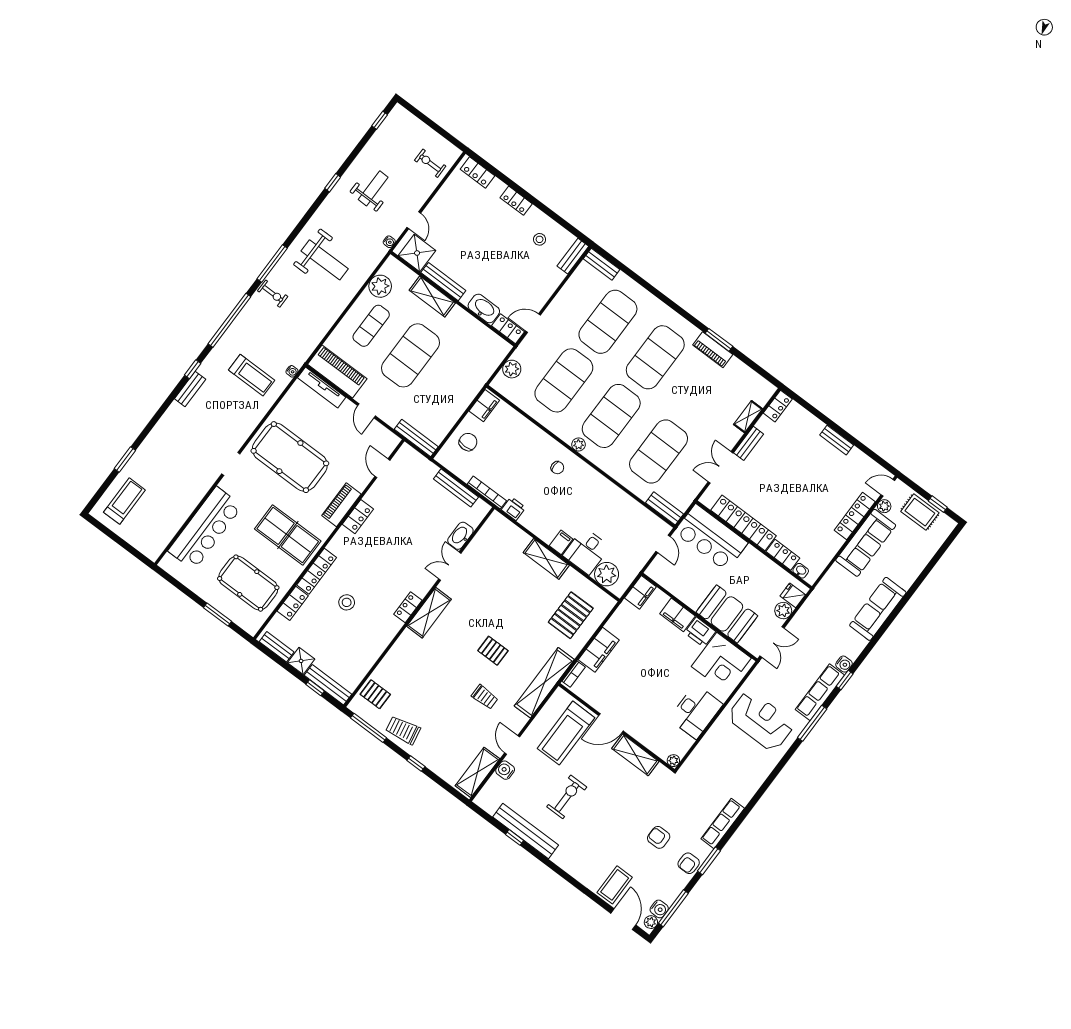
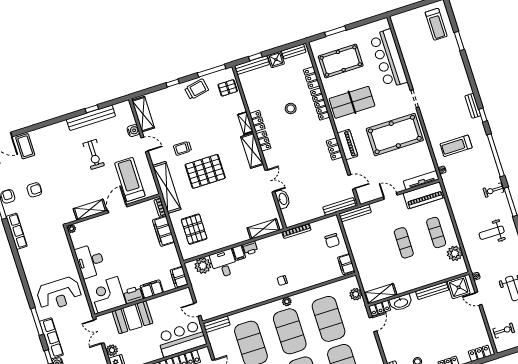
weight bench: (325, 260) -> (492, 233), width x0.73, depth x0.75
shelving: (432, 297) -> (380, 294), moved
exercise mat: (411, 355) -> (404, 243), width x0.50, depth x0.69
bench: (456, 488) -> (339, 206), moved
printer: (514, 509) -> (250, 248), moved
shelving: (546, 559) -> (263, 229), moved
locker: (389, 631) -> (257, 121), added
shelving: (402, 644) -> (245, 123), added
pallet: (493, 651) -> (205, 171), width x2.05, depth x2.00

